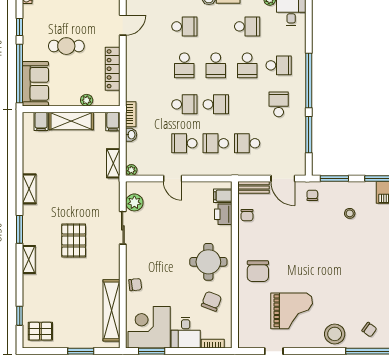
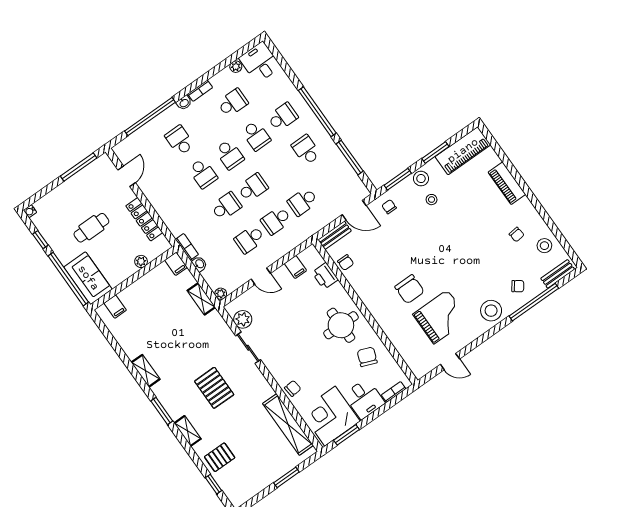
school desk: (184, 26) -> (180, 140), turned -90
shelving: (71, 121) -> (140, 288), removed
stool: (353, 191) -> (421, 179), added
filing cabinet: (223, 196) -> (295, 267), moved, turned -90
chair: (258, 271) -> (410, 289), moved
pallet: (40, 331) -> (220, 457), moved

